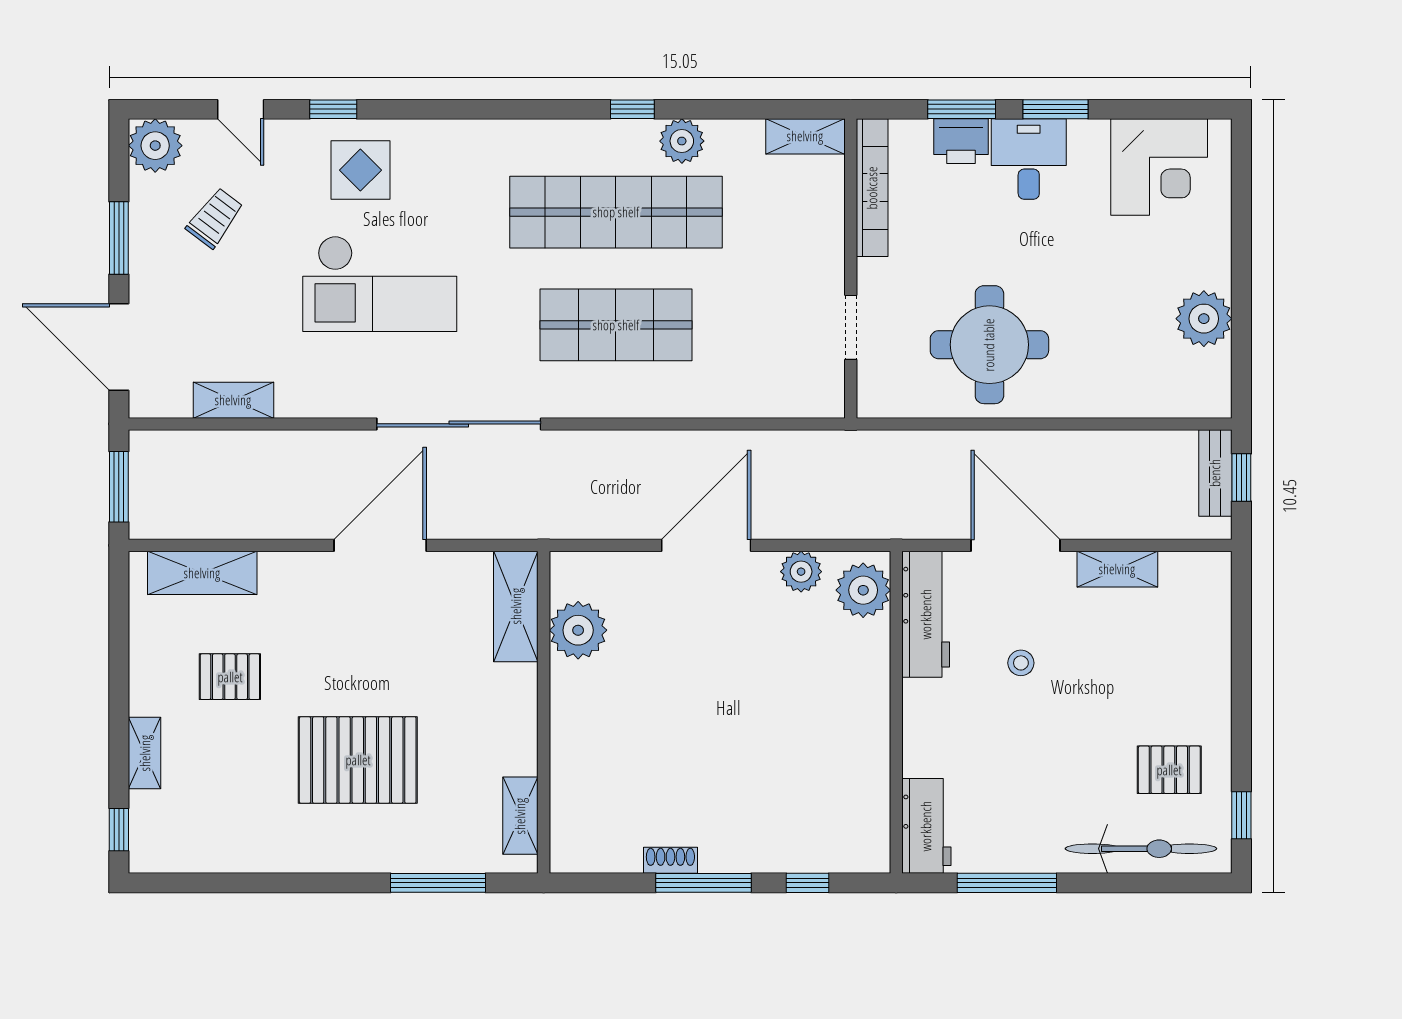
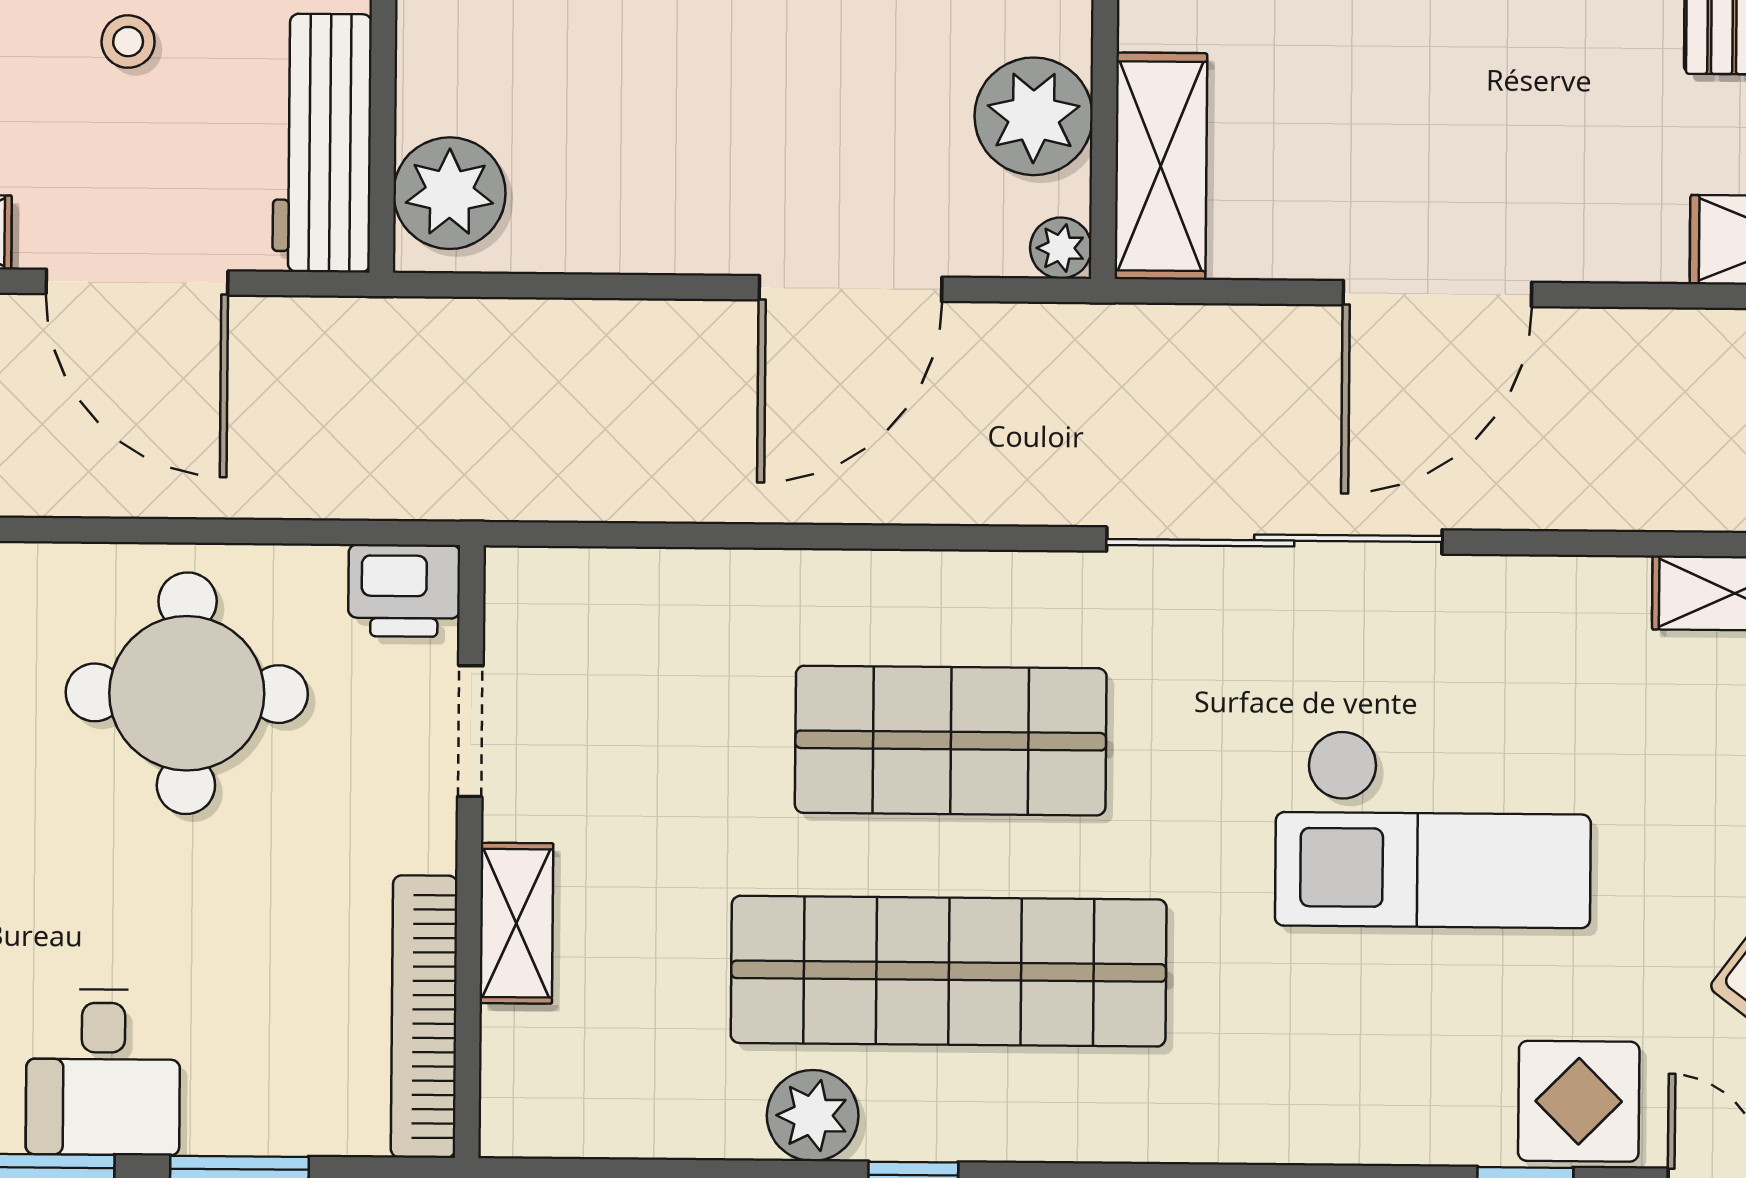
shelving: (805, 136) -> (516, 923), moved, turned 90
printer: (961, 141) -> (404, 591), moved, turned 180
display table: (360, 170) -> (1579, 1101), moved
checkout: (380, 284) -> (1433, 829), turned 180
door: (706, 545) -> (850, 288), moved
plant: (801, 572) -> (1061, 248), moved, width x0.73, depth x0.73

